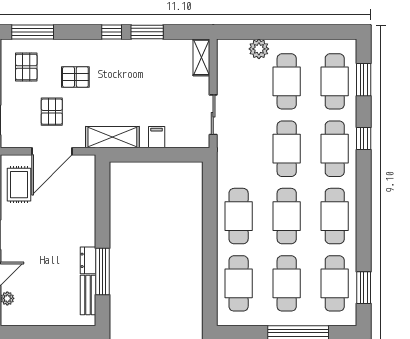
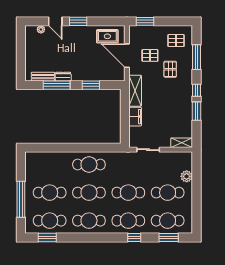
window: (33, 32) -> (196, 57), moved
filing cabinet: (157, 137) -> (135, 117), width x2.00
window: (102, 213) -> (91, 85), added
cafe table: (239, 283) -> (50, 165), removed

